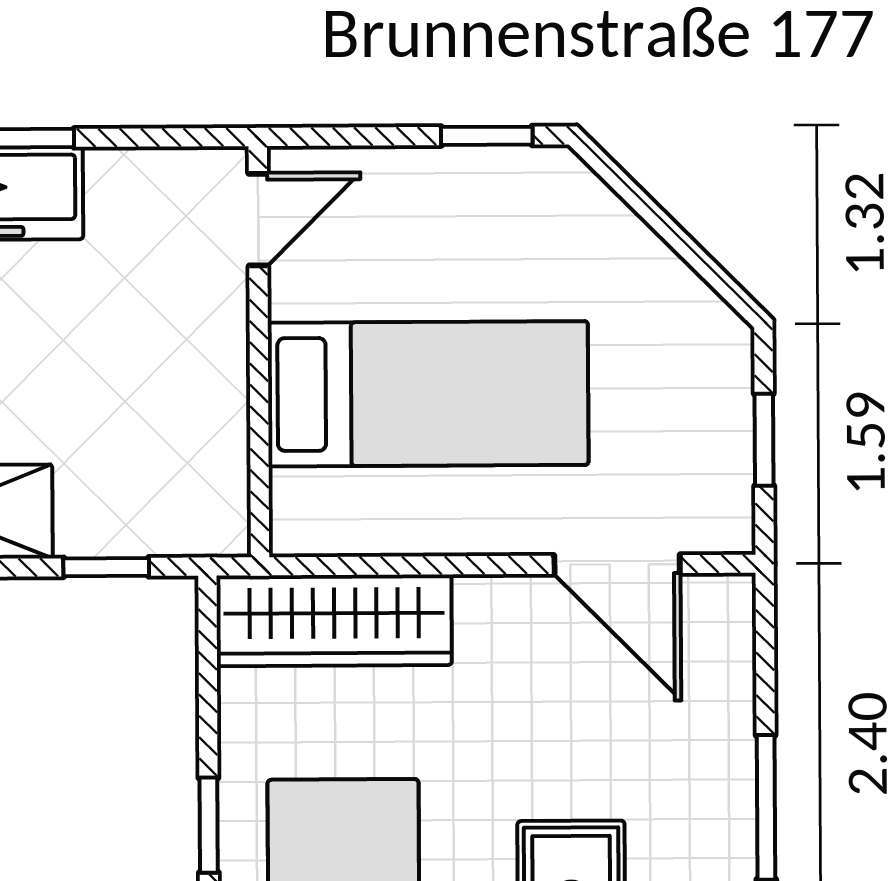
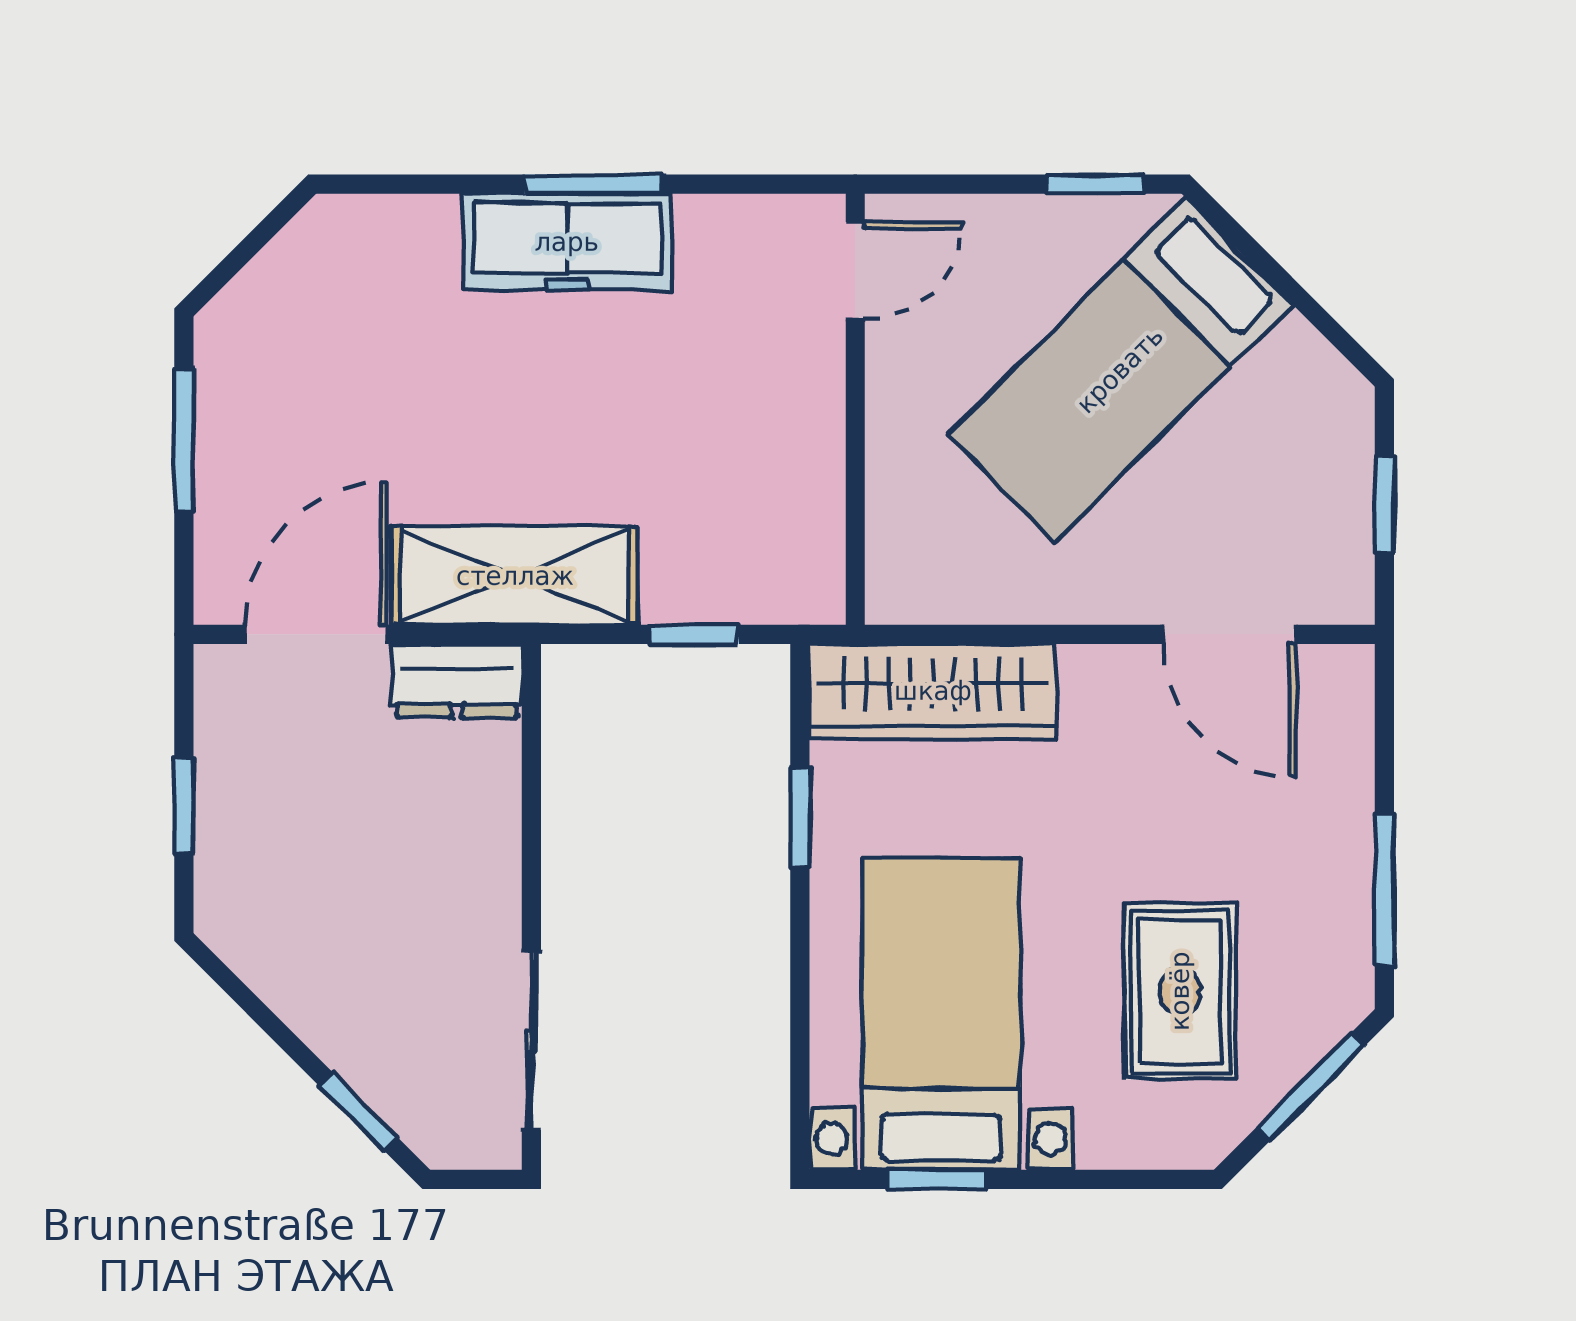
bed: (428, 394) -> (1120, 370), moved, turned 135
window: (209, 825) -> (800, 817), moved

